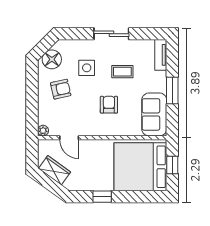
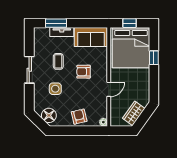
tv unit: (161, 55) -> (62, 32), moved
armchair: (61, 89) -> (79, 117), moved
window: (172, 91) -> (56, 23), moved
door: (69, 138) -> (109, 89), moved
window: (102, 197) -> (154, 58), moved

